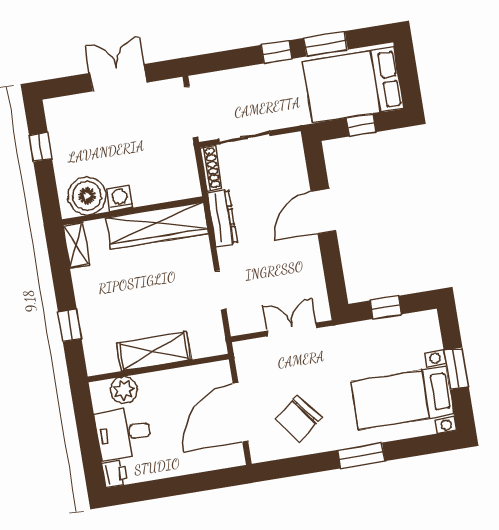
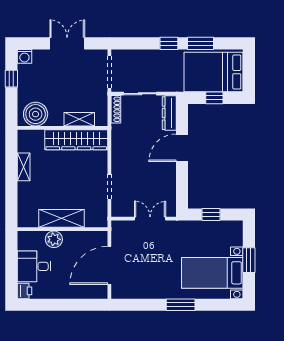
shelving: (156, 193) -> (79, 119), added
washing machine: (120, 198) -> (24, 56), moved, turned 180
dresser: (222, 218) -> (169, 113), moved, turned 180
shelving: (76, 245) -> (24, 167), moved
window: (70, 325) -> (11, 193), removed
plant: (124, 390) -> (54, 239), moved
chair: (298, 419) -> (145, 275), removed

